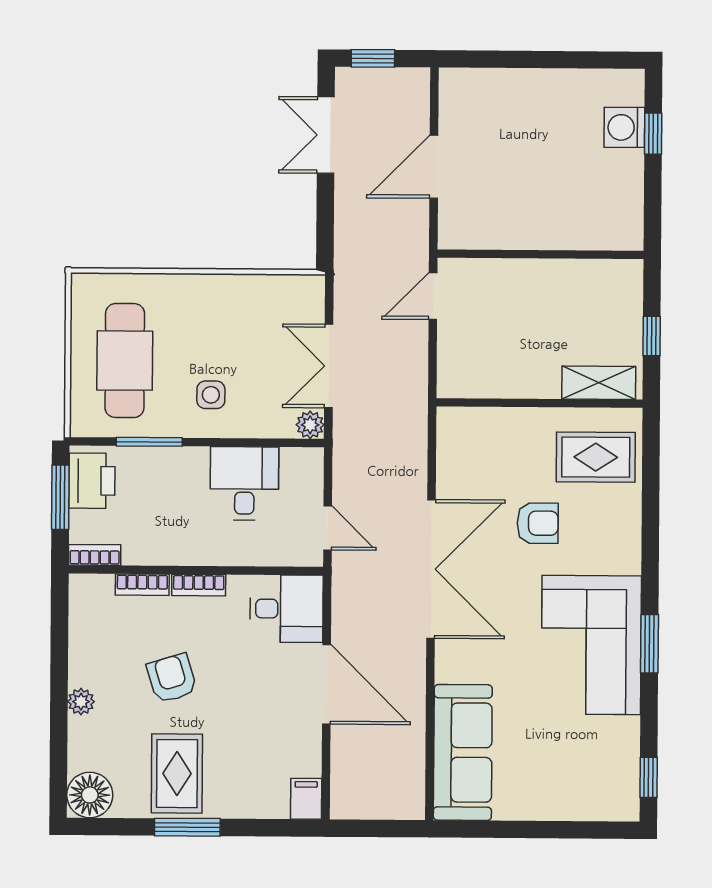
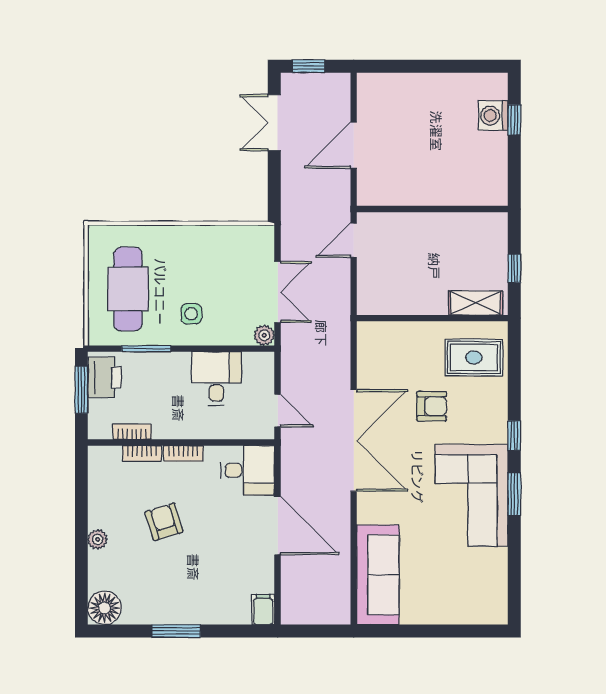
double door: (329, 366) -> (278, 292), swing flipped
bookcase: (95, 555) -> (132, 432), moved
rug: (177, 774) -> (168, 592), removed
window: (649, 777) -> (514, 436), moved

